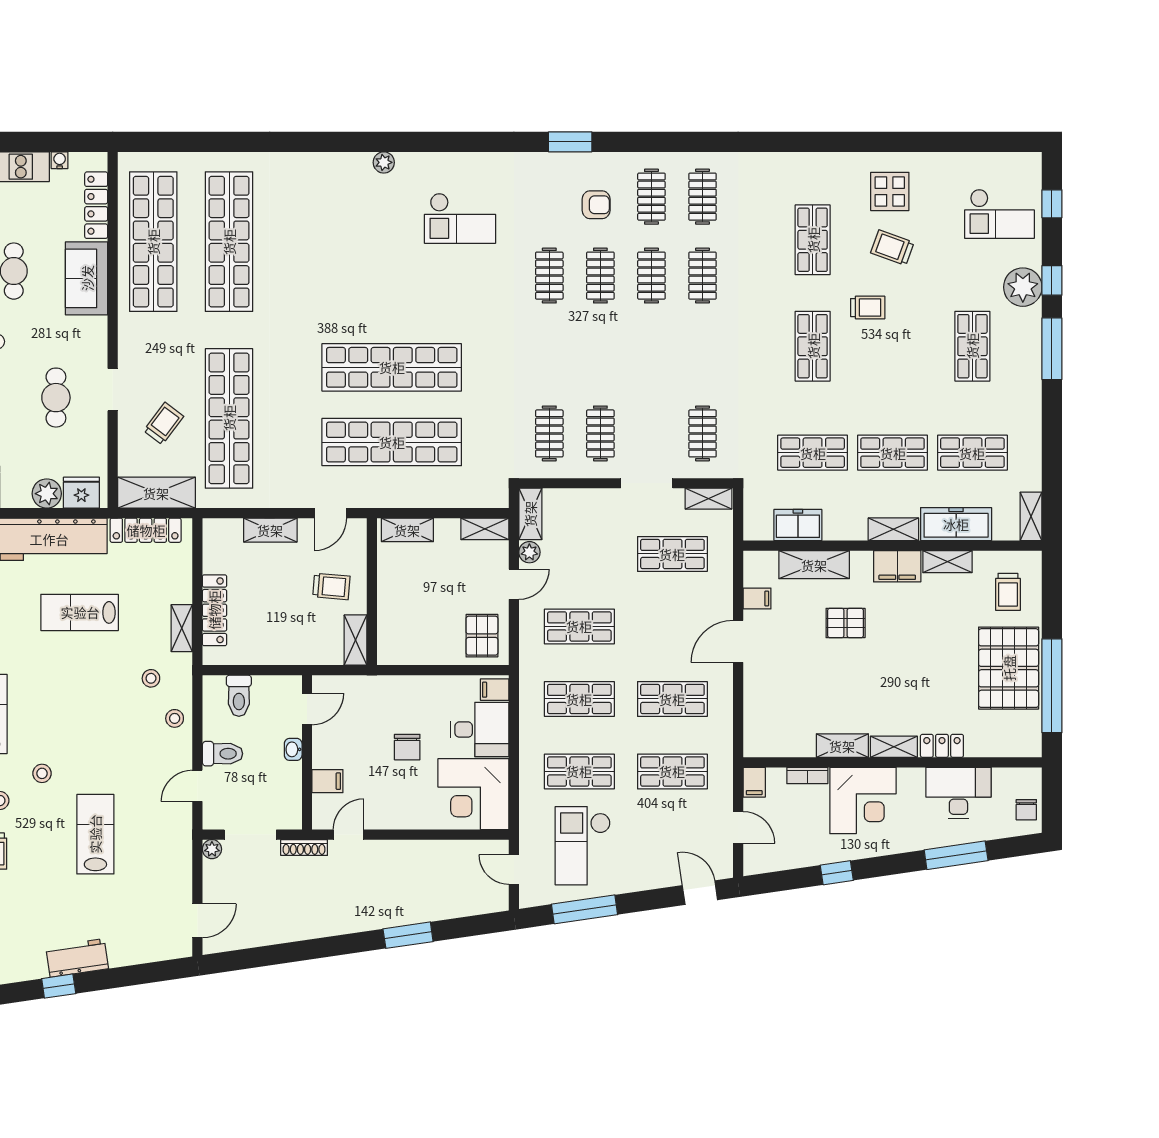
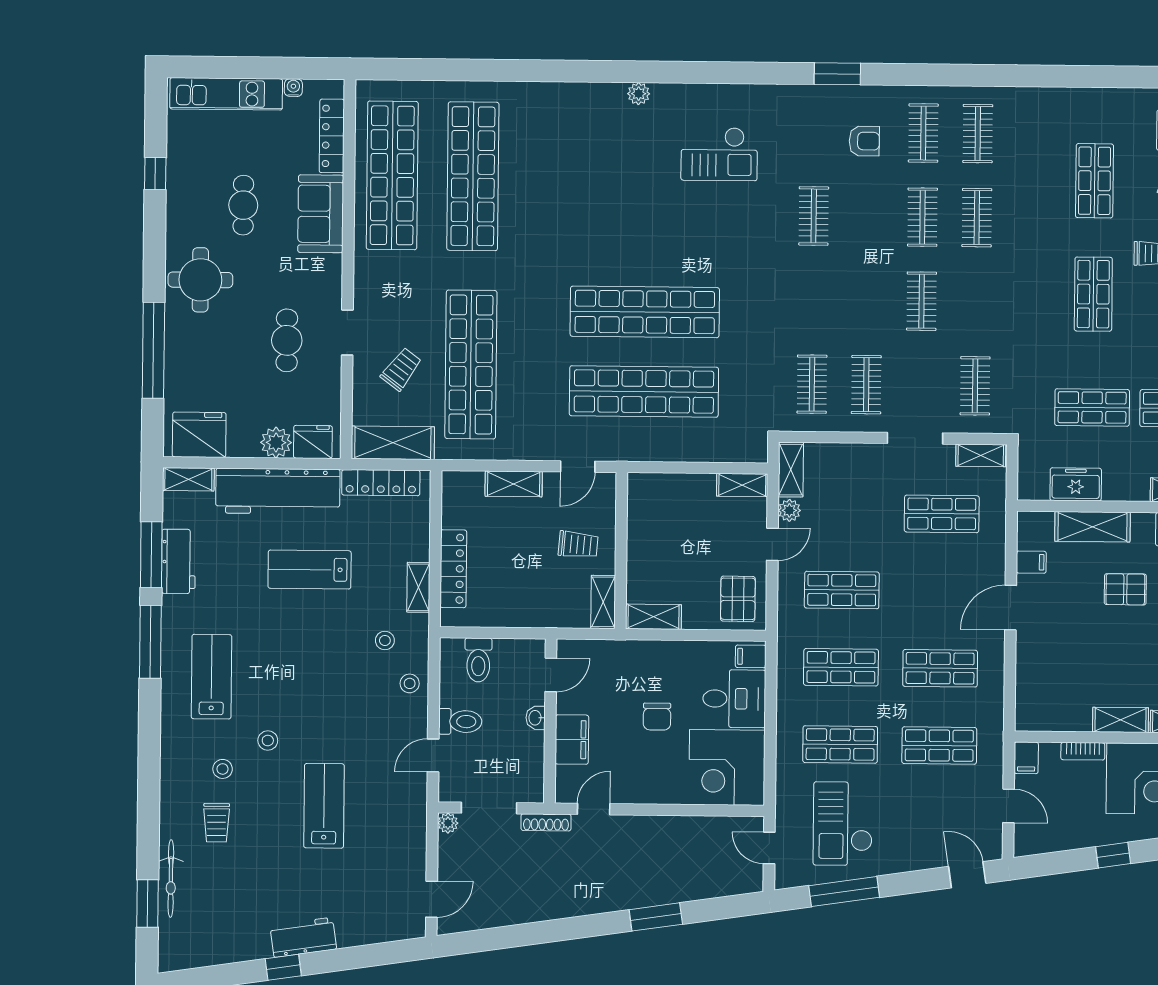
clothes rail: (600, 276) -> (922, 301), moved
shelving: (407, 530) -> (653, 617), moved
filing cabinet: (327, 781) -> (572, 740), width x2.00

